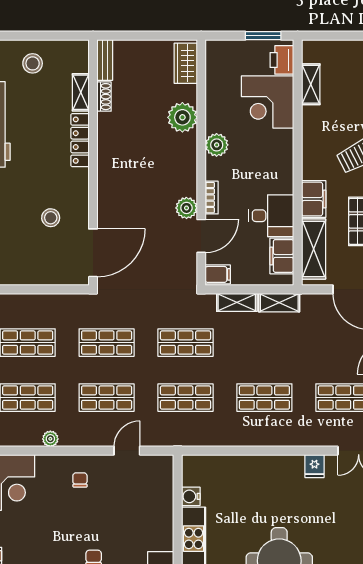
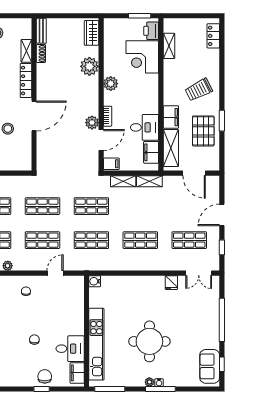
door: (93, 253) -> (34, 116), moved
water cooler: (191, 496) -> (95, 281), moved

